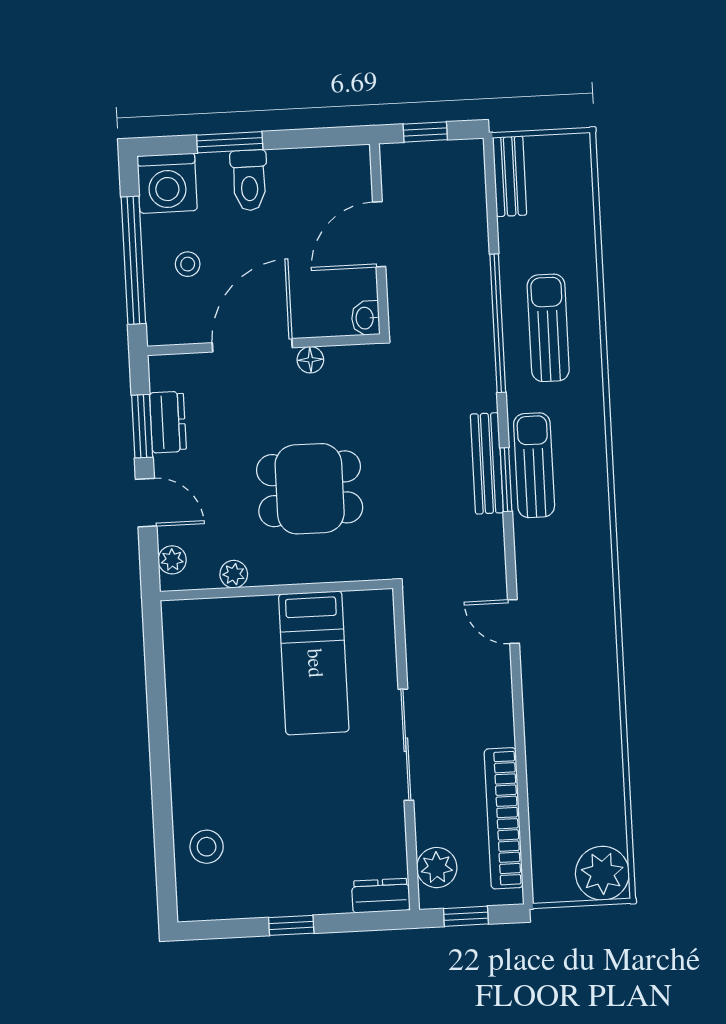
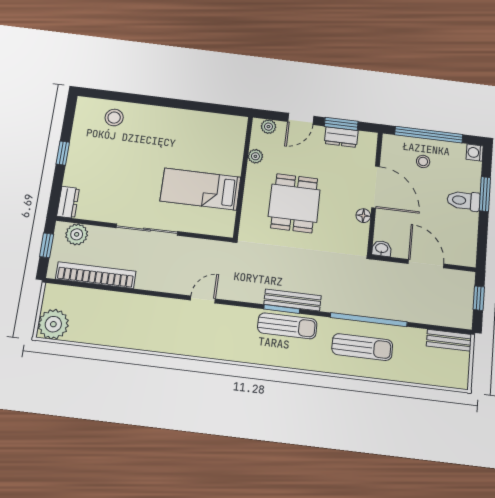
washing machine: (167, 183) -> (475, 153), width x0.53, depth x0.53

